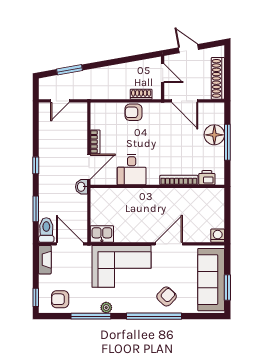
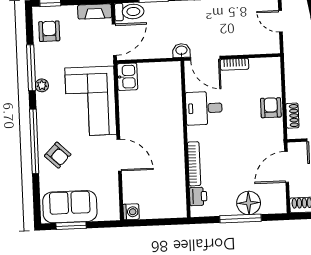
sofa: (211, 280) -> (70, 207), width x0.73

